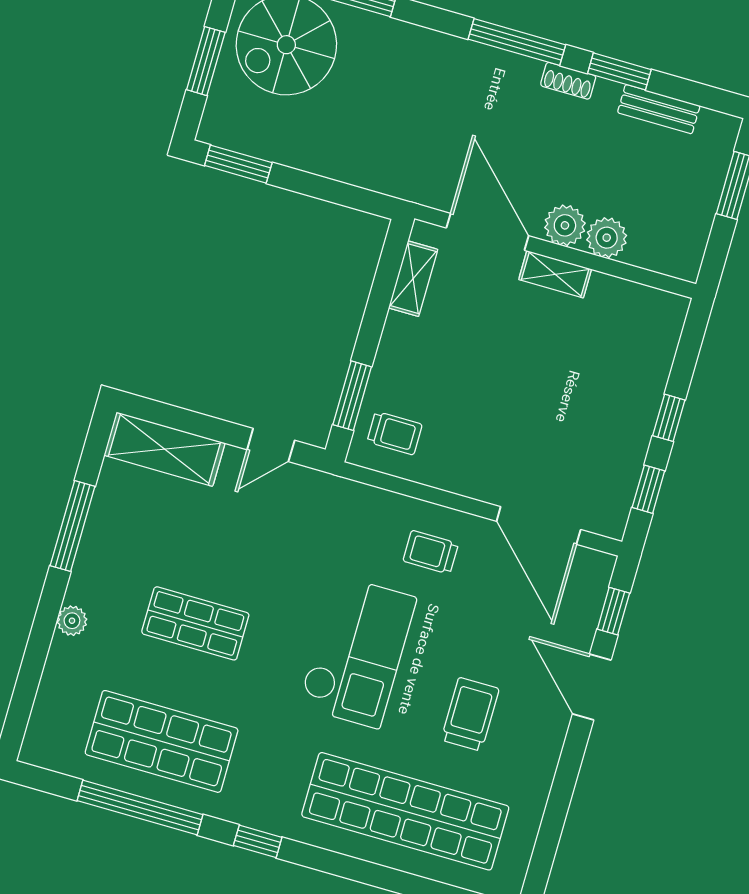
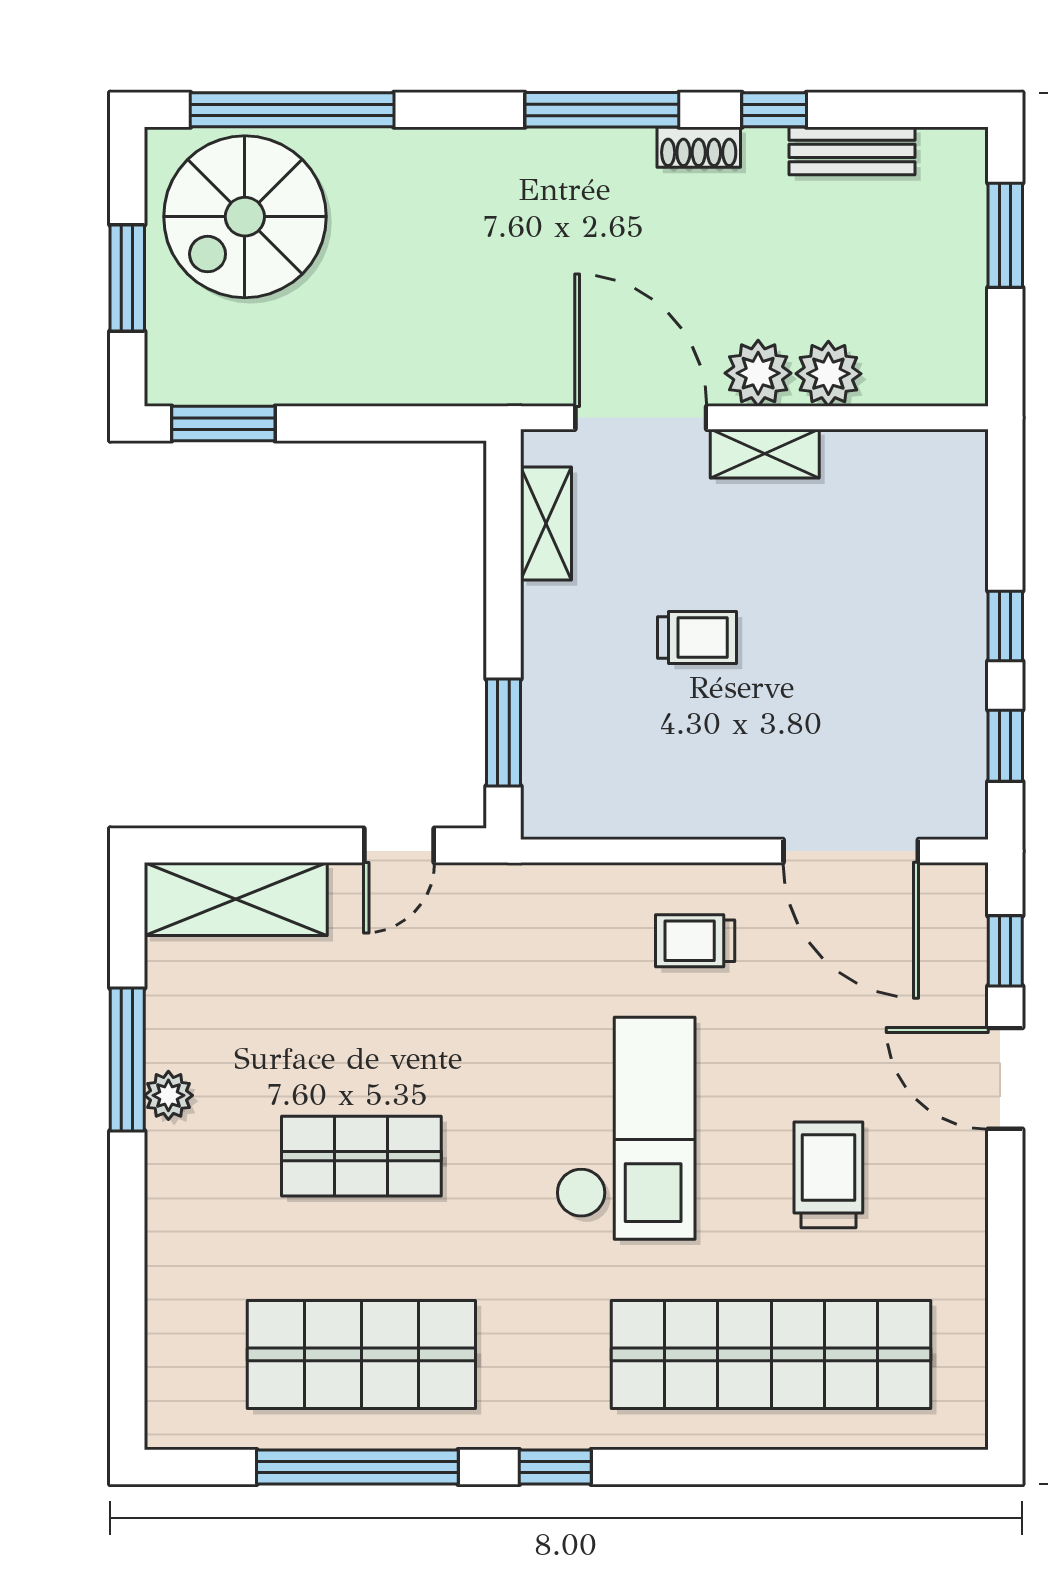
window: (619, 71) -> (774, 110), width x0.67
trolley: (395, 433) -> (697, 637), moved
plant: (72, 621) -> (168, 1095), moved

